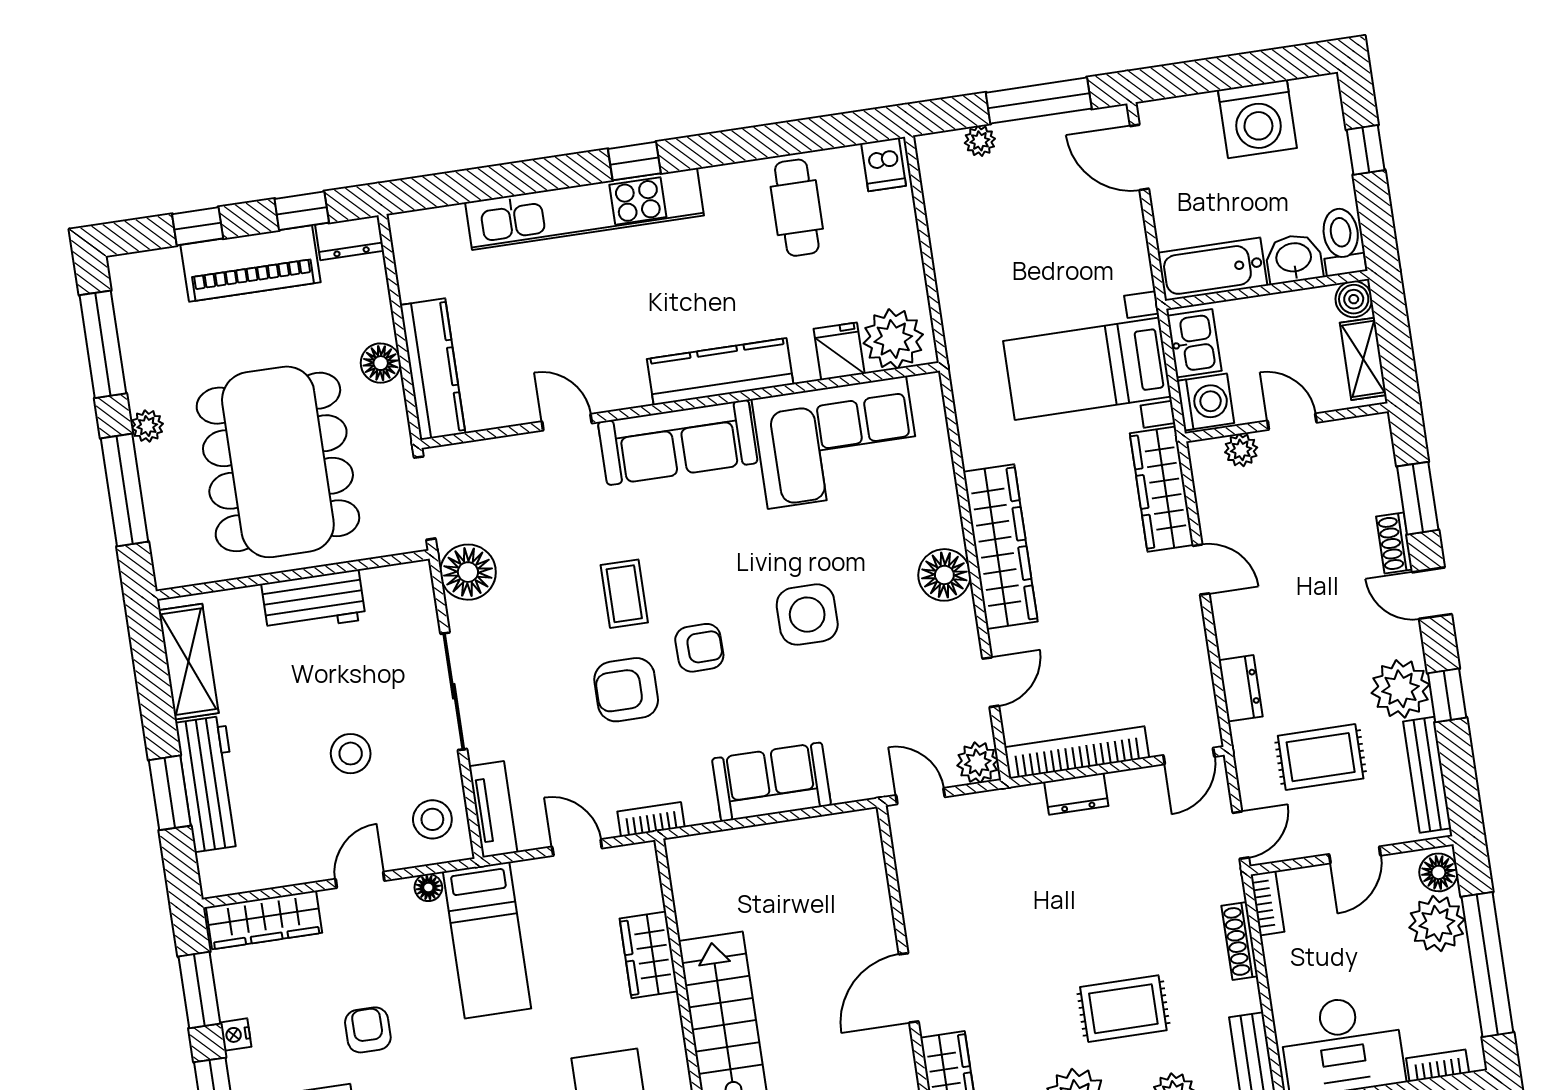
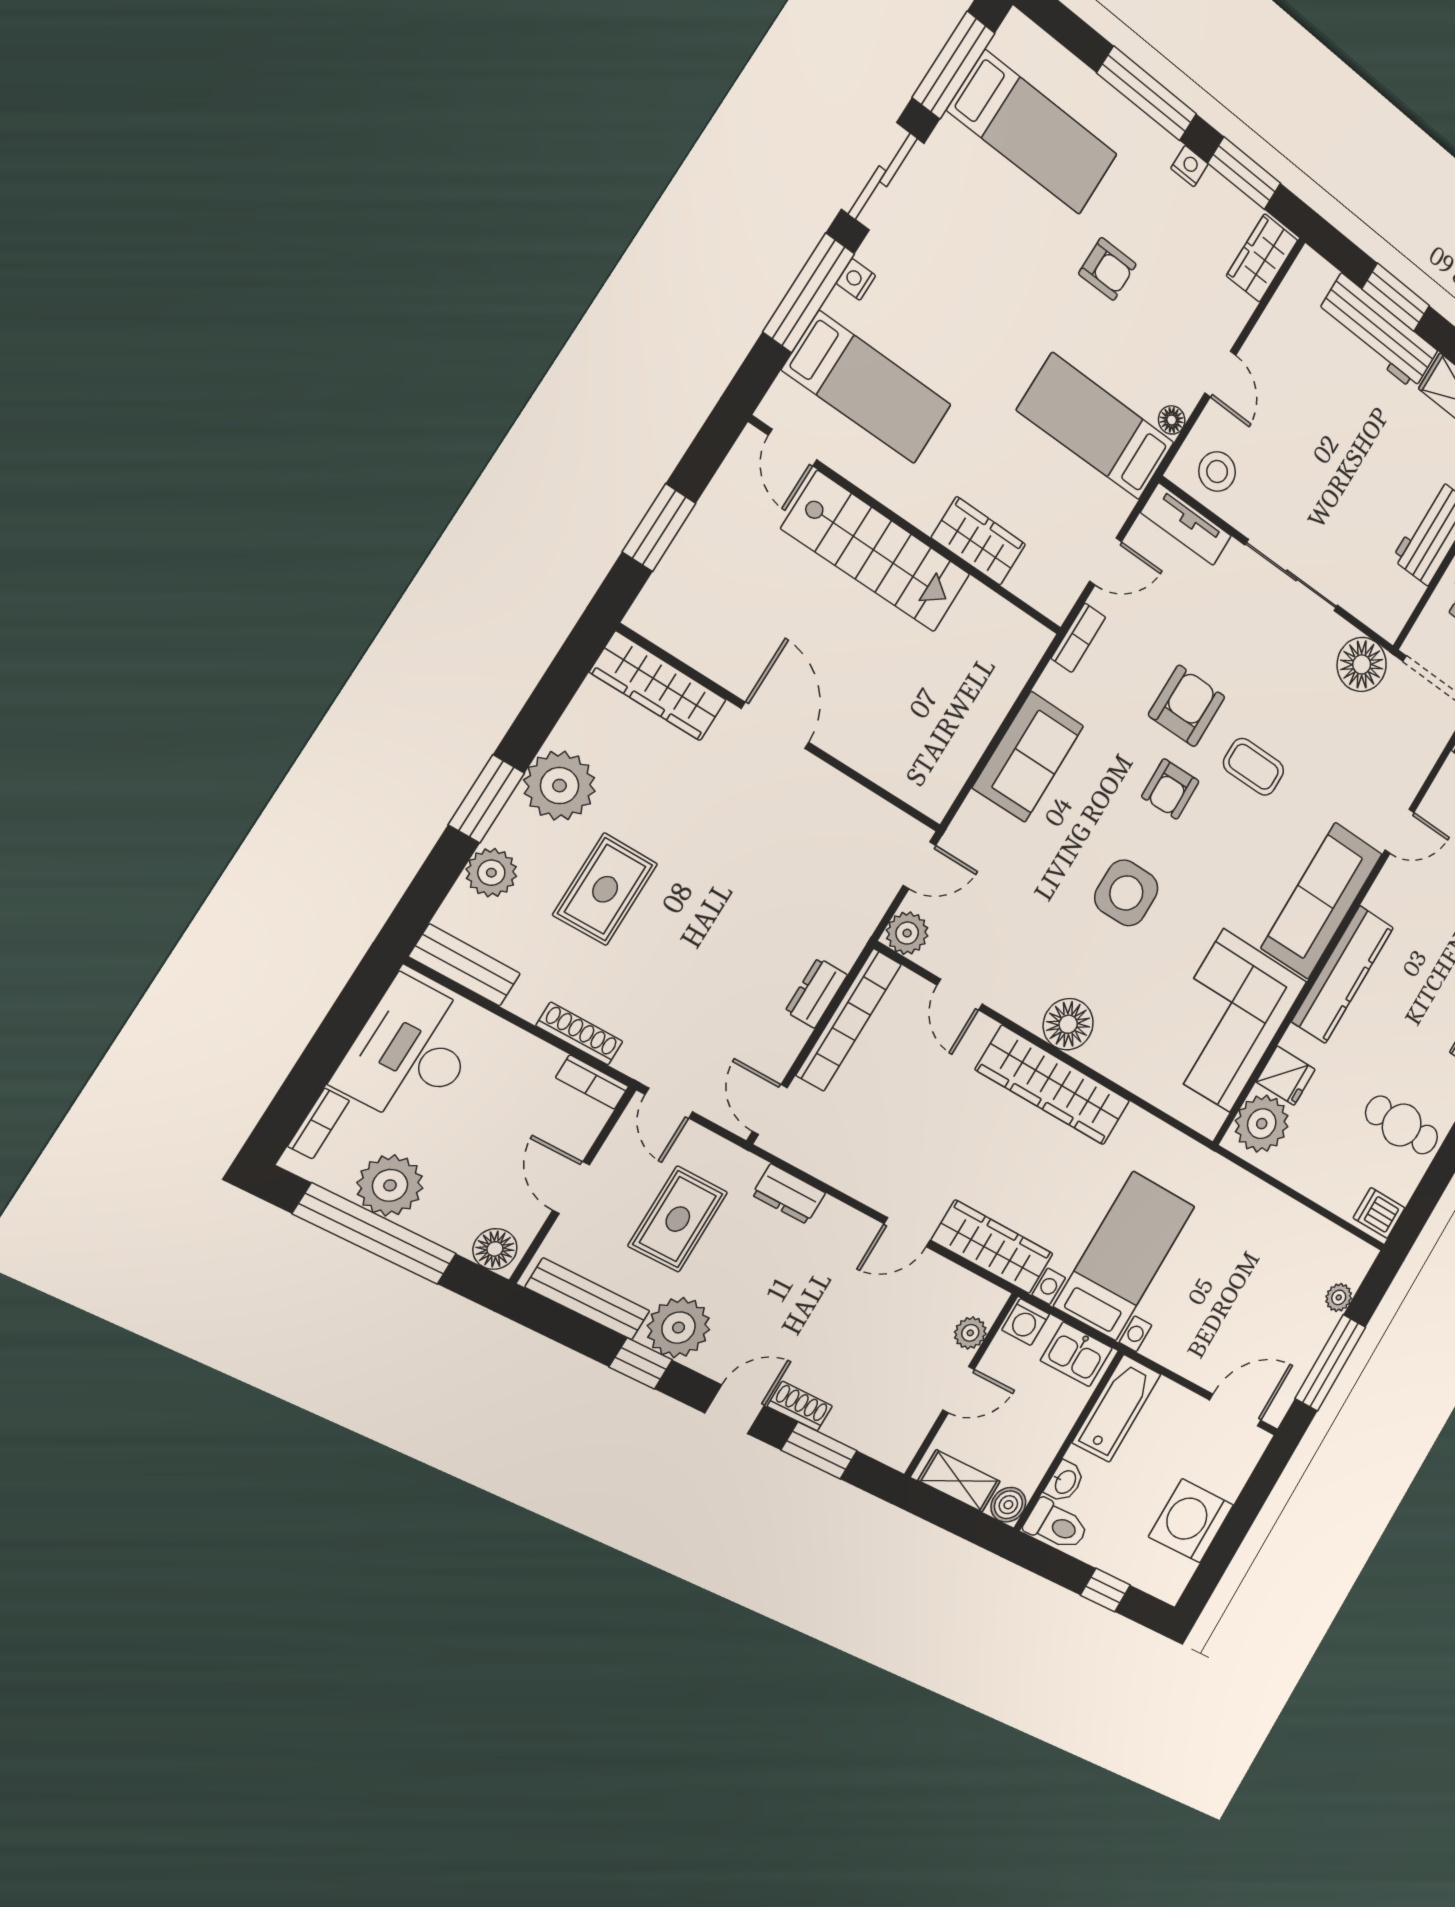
washbasin: (1294, 259) -> (1065, 1482), width x0.72, depth x0.69
washing machine: (1206, 402) -> (1026, 1322), width x0.73, depth x0.73
stool: (351, 754) -> (1313, 457), removed
wardrobe: (264, 920) -> (1262, 258), width x0.67
plant: (1437, 924) -> (390, 1185), moved

